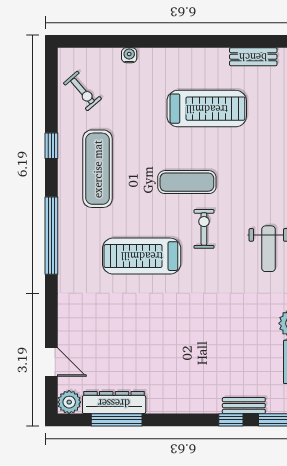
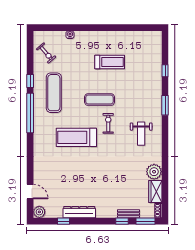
bench: (253, 57) -> (133, 36), removed
treadmill: (207, 109) -> (110, 62), width x0.73, depth x0.73
window: (51, 236) -> (30, 113), moved
dresser: (114, 403) -> (79, 212), moved
window: (117, 420) -> (64, 221), width x0.46

